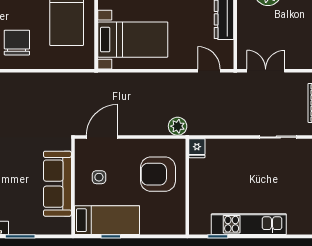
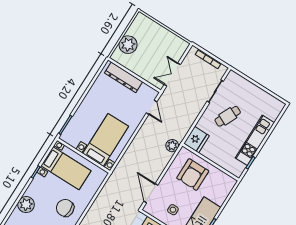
door: (209, 71) -> (152, 107), swing flipped
fridge: (197, 148) -> (196, 140), width x1.88, depth x1.34
cafe table: (257, 172) -> (228, 116), added

